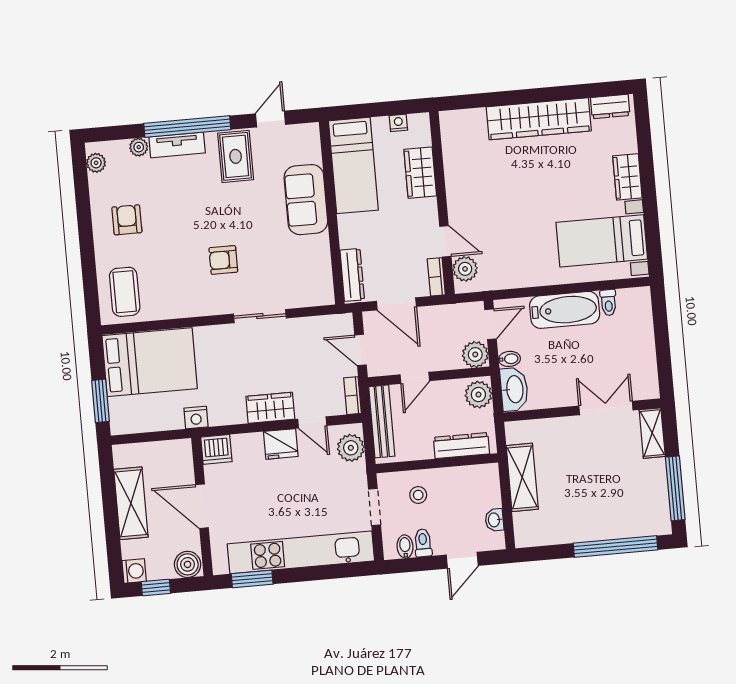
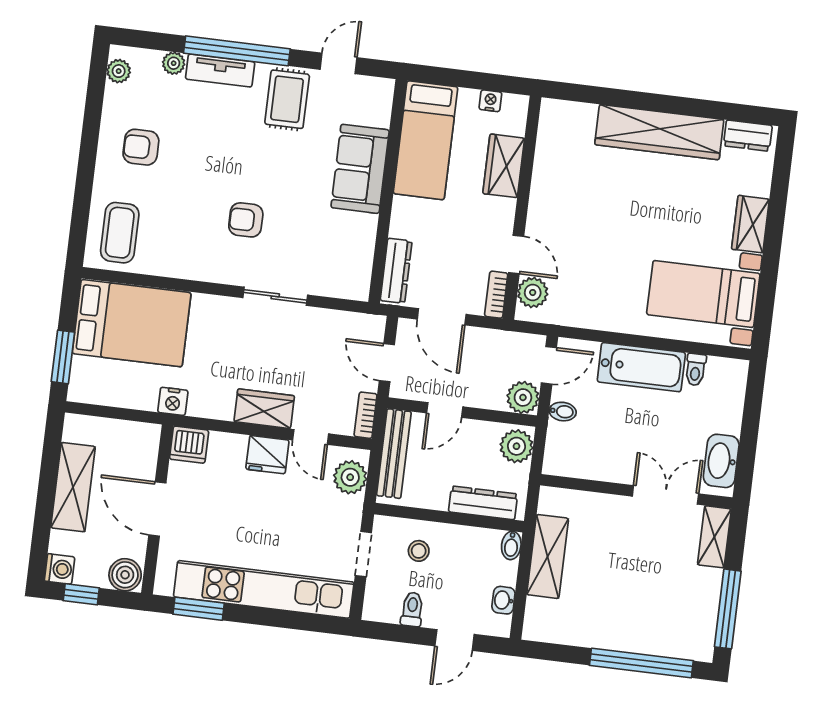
armchair: (127, 220) -> (141, 147), turned -90
washbasin: (514, 389) -> (721, 461), moved, turned 180
bidet: (405, 547) -> (511, 545), moved, turned 180

